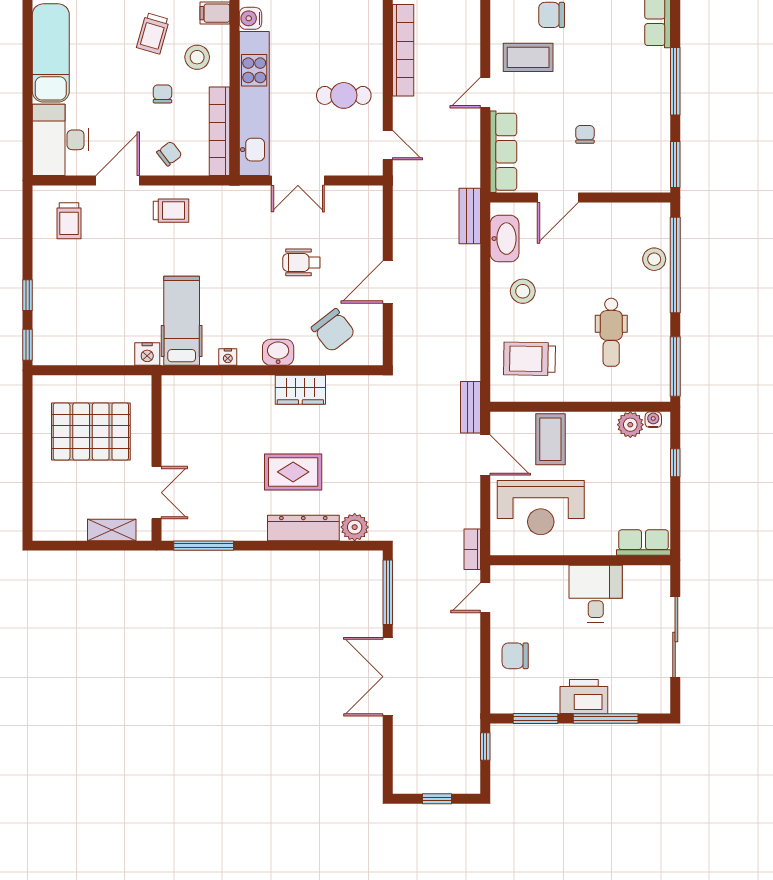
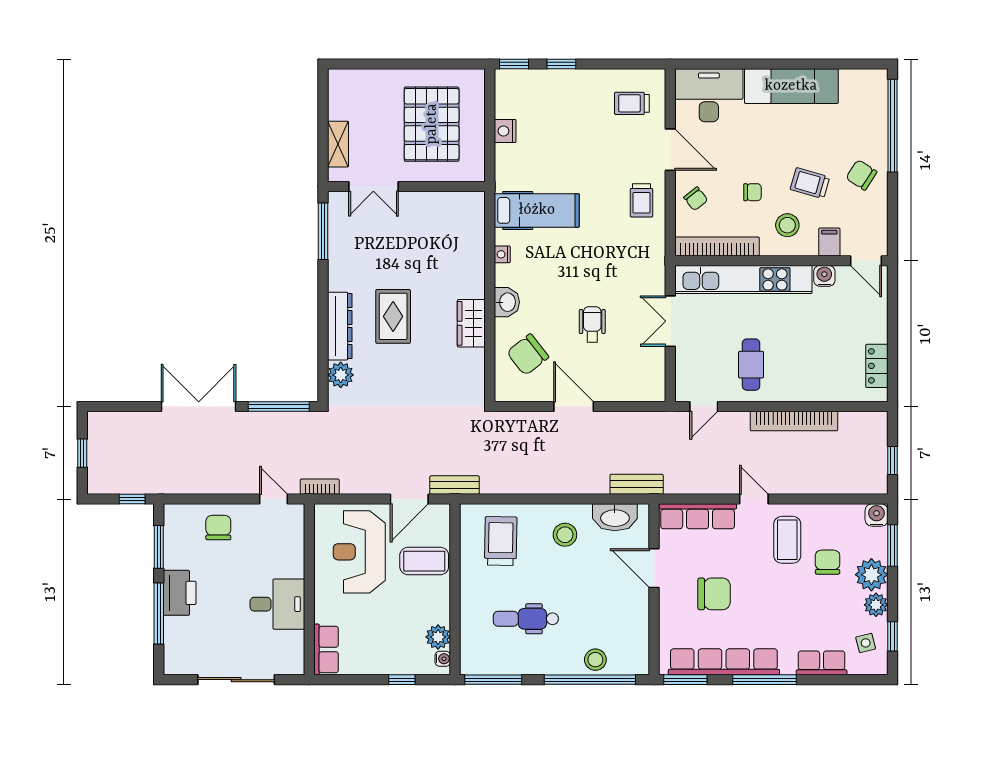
row of seats: (656, 124) -> (724, 662), added
chair: (585, 134) -> (714, 594), width x1.87, depth x1.87
nightstand: (147, 354) -> (505, 131), moved

